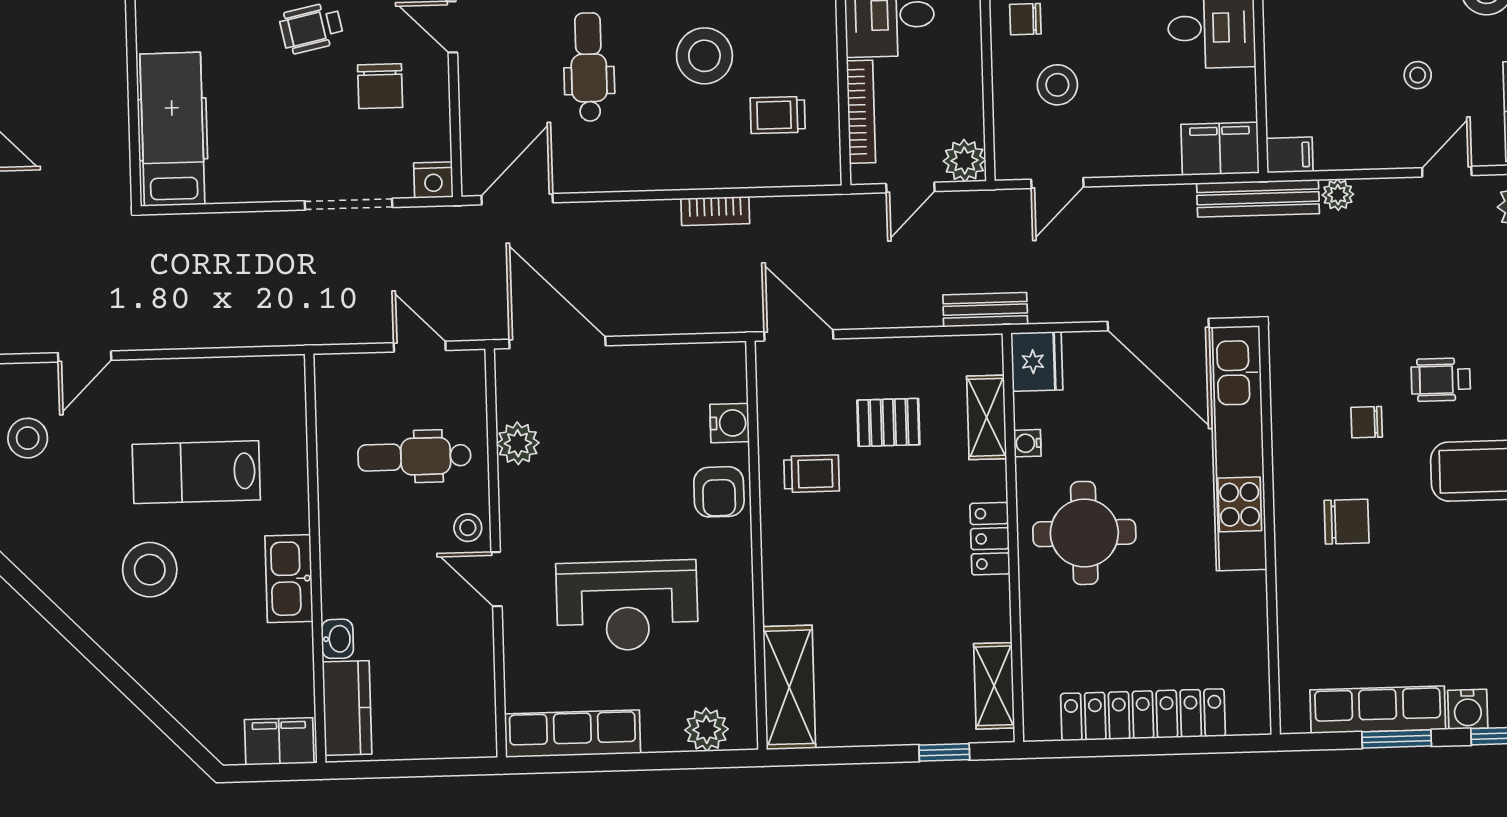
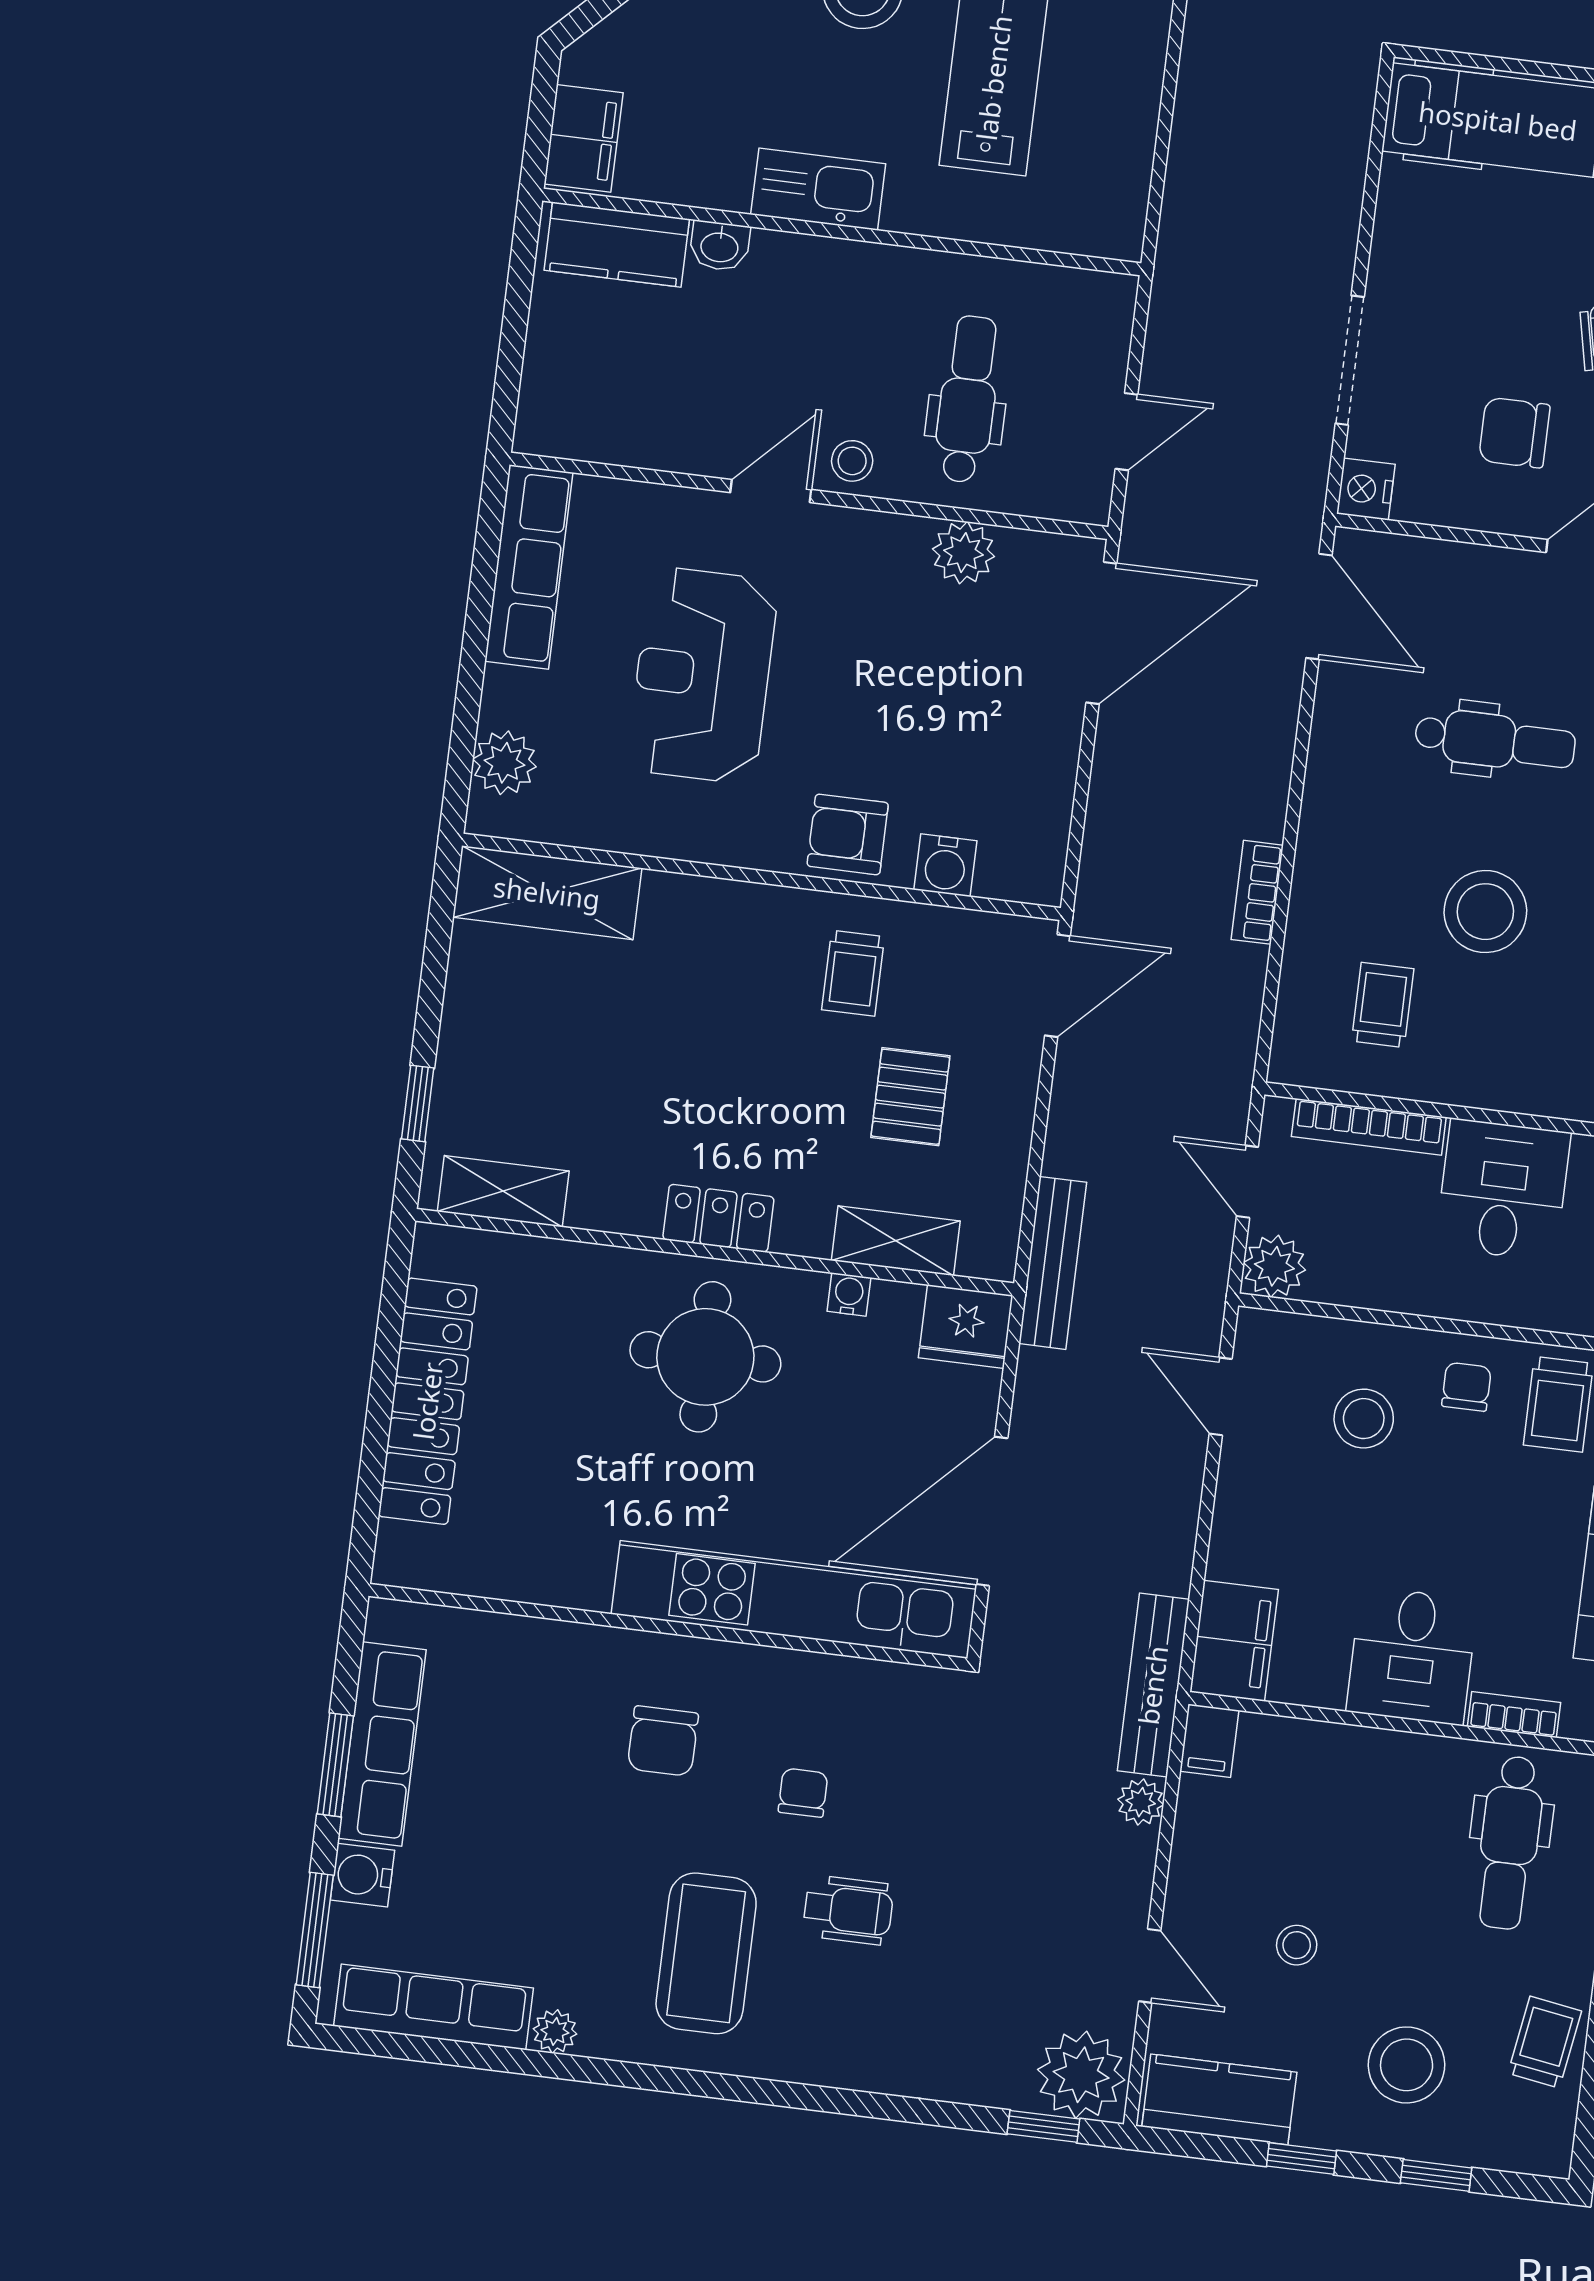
bench: (985, 310) -> (1053, 1263), width x1.36
wheelchair: (1441, 380) -> (848, 1910), turned 90

